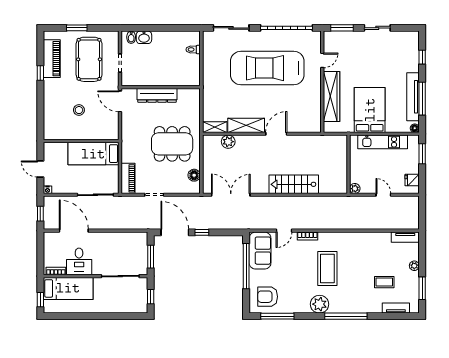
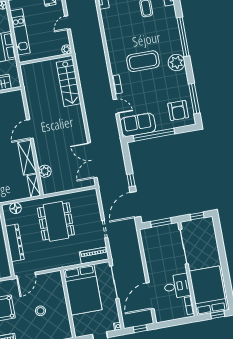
door: (276, 134) -> (30, 129), hinge flipped
bed: (93, 154) -> (83, 290), width x1.50
floor lamp: (194, 175) -> (15, 208), moved
stairs: (294, 184) -> (69, 83), moved
bed: (68, 288) -> (208, 291), width x1.50

